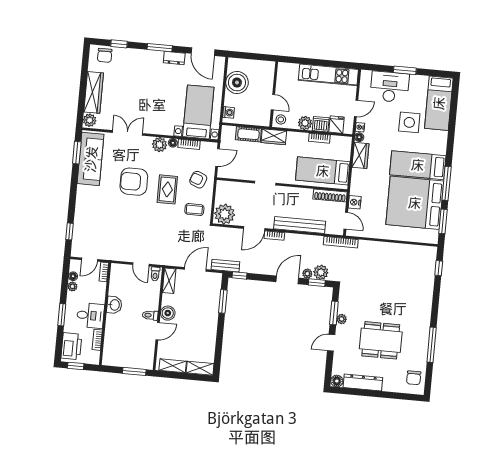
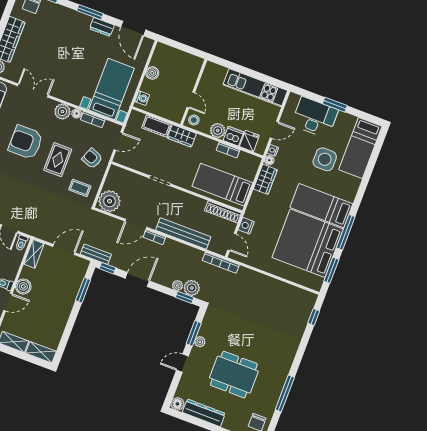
boiler: (237, 83) -> (152, 73), width x0.54, depth x0.54
door: (287, 280) -> (137, 280), moved

